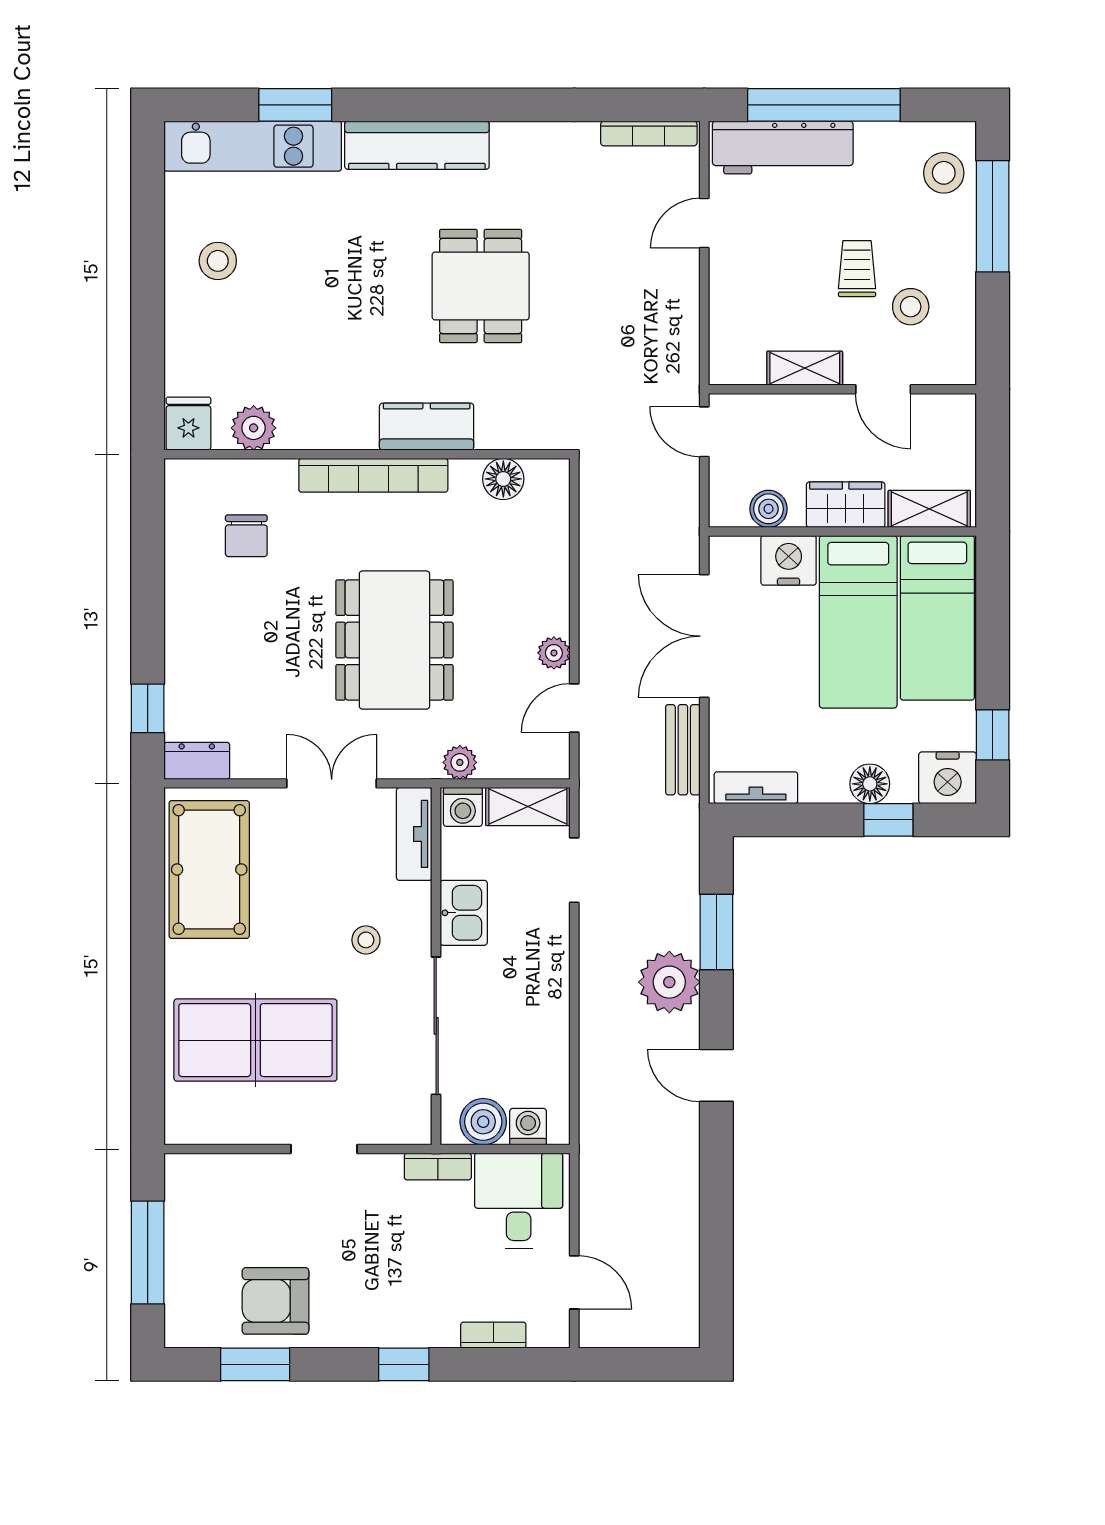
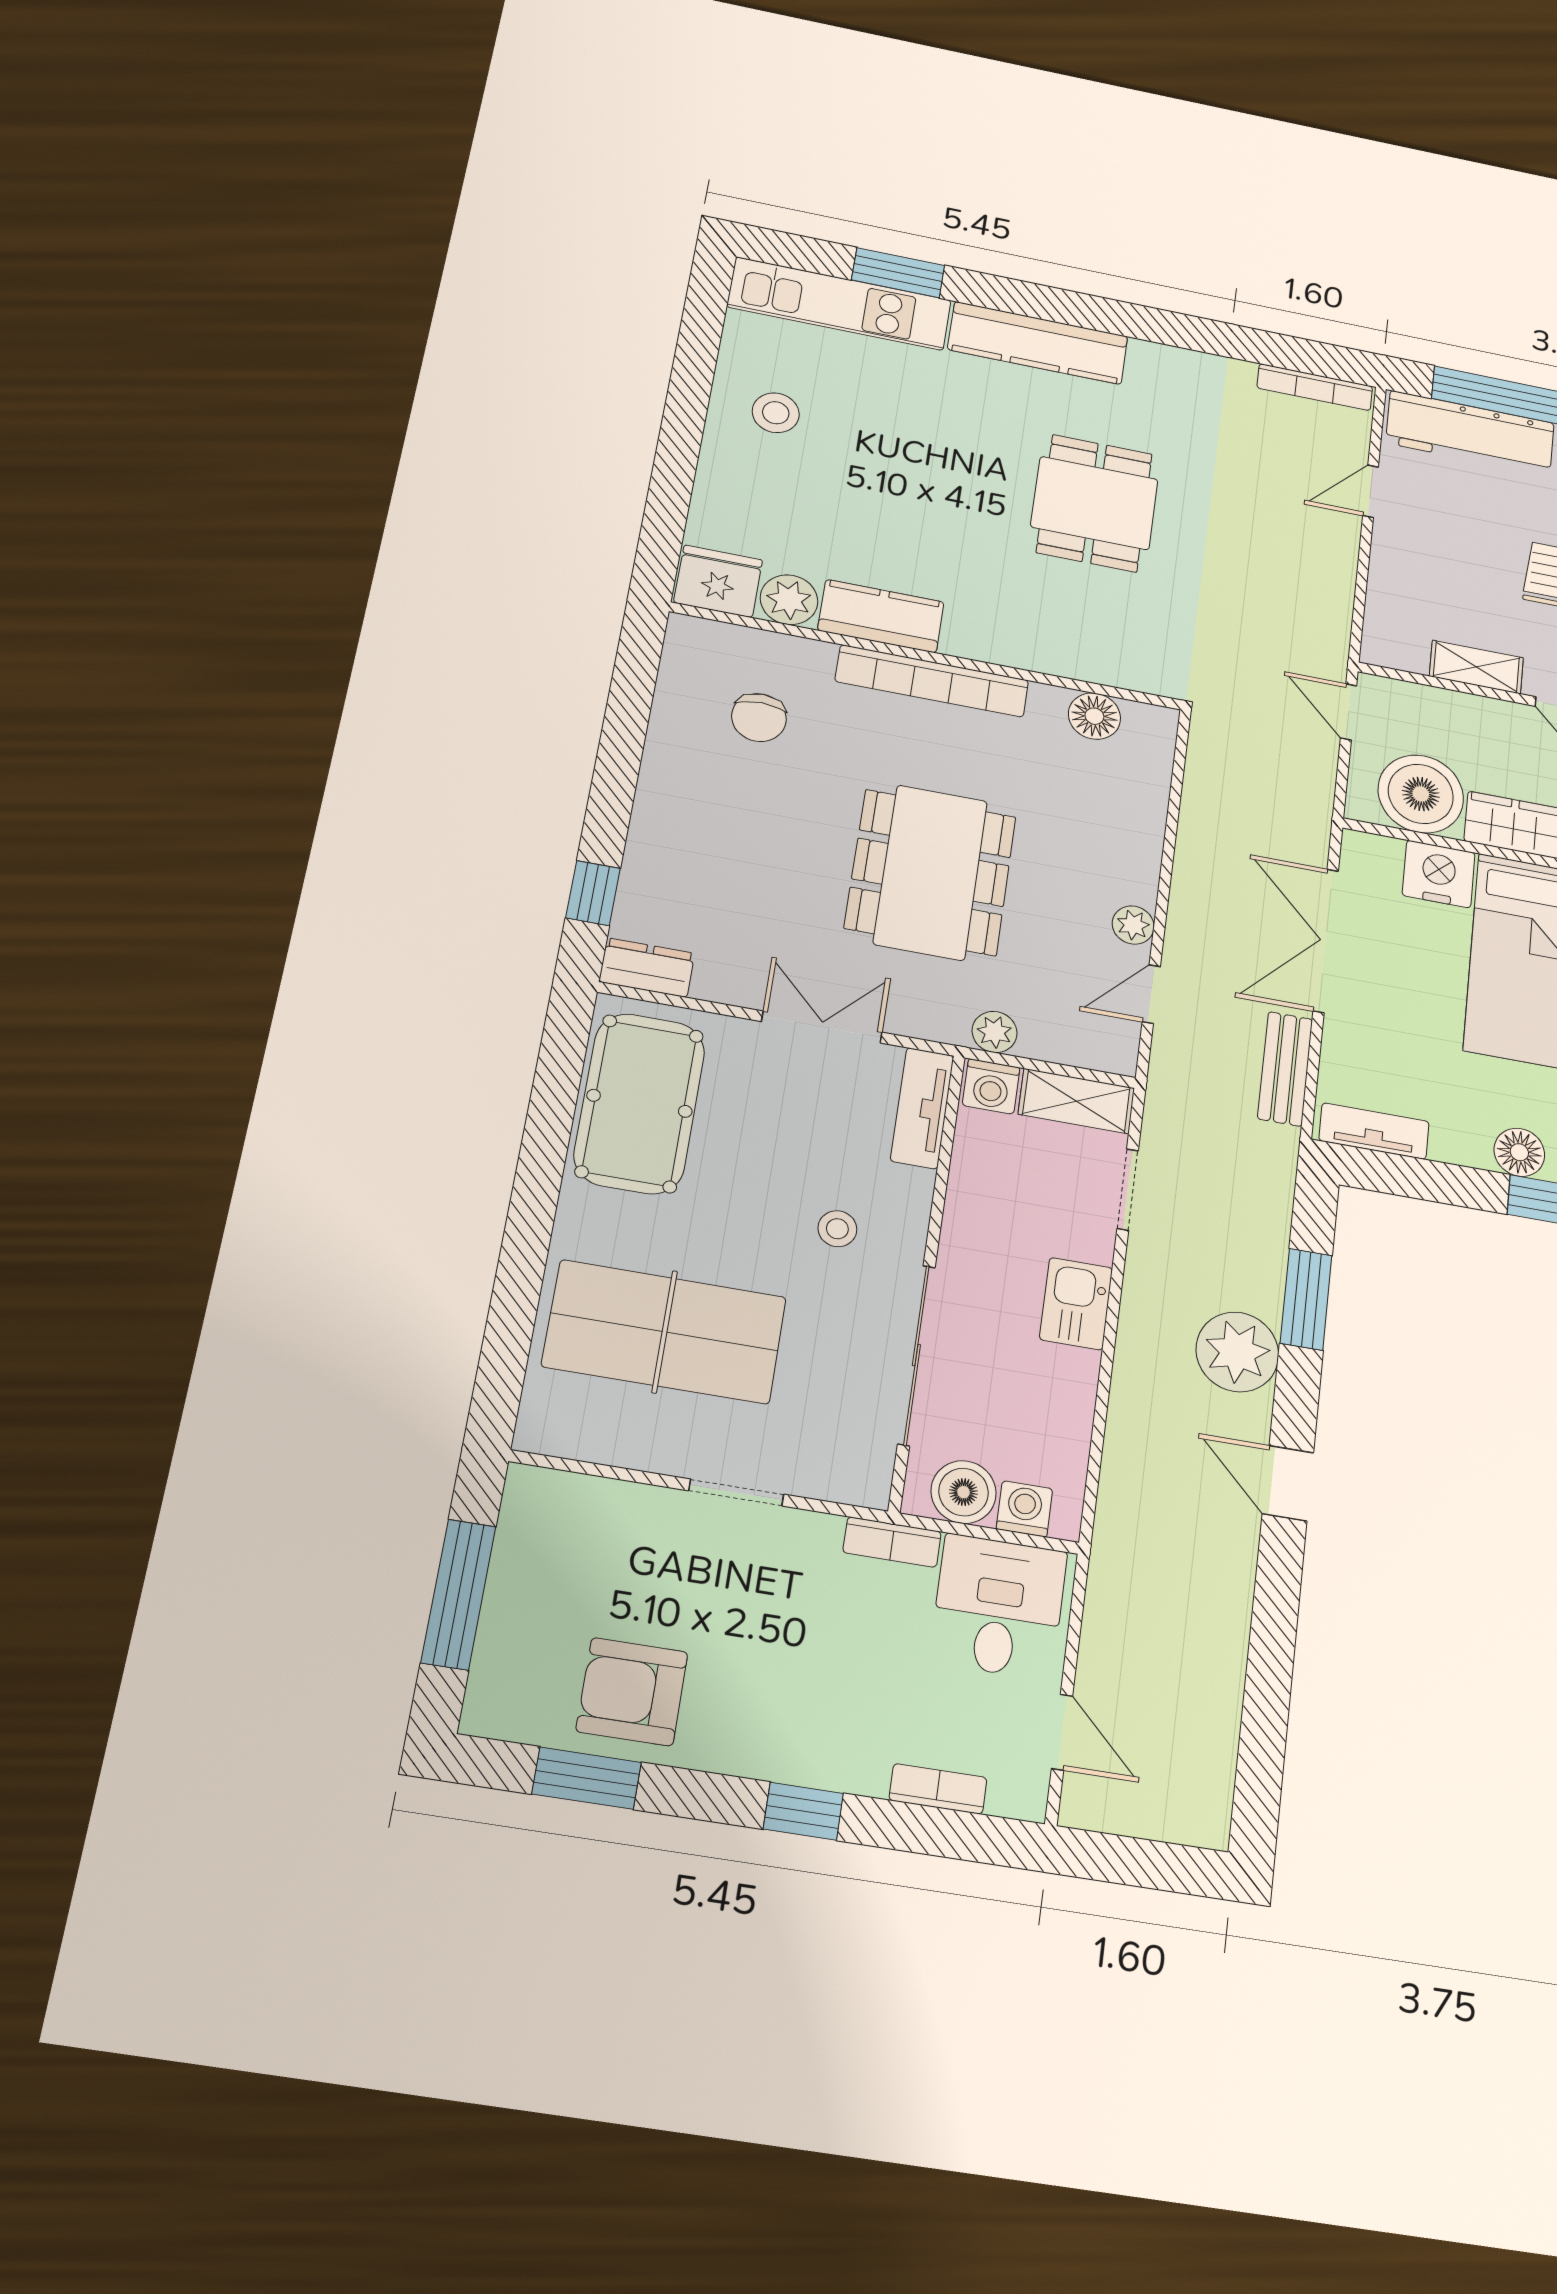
fridge: (188, 424) -> (718, 581), width x1.38
kitchen counter: (427, 427) -> (881, 616), moved
boiler: (769, 509) -> (1421, 794), width x1.86, depth x1.86
kitchen sink: (464, 913) -> (1076, 1304), moved, turned 180

